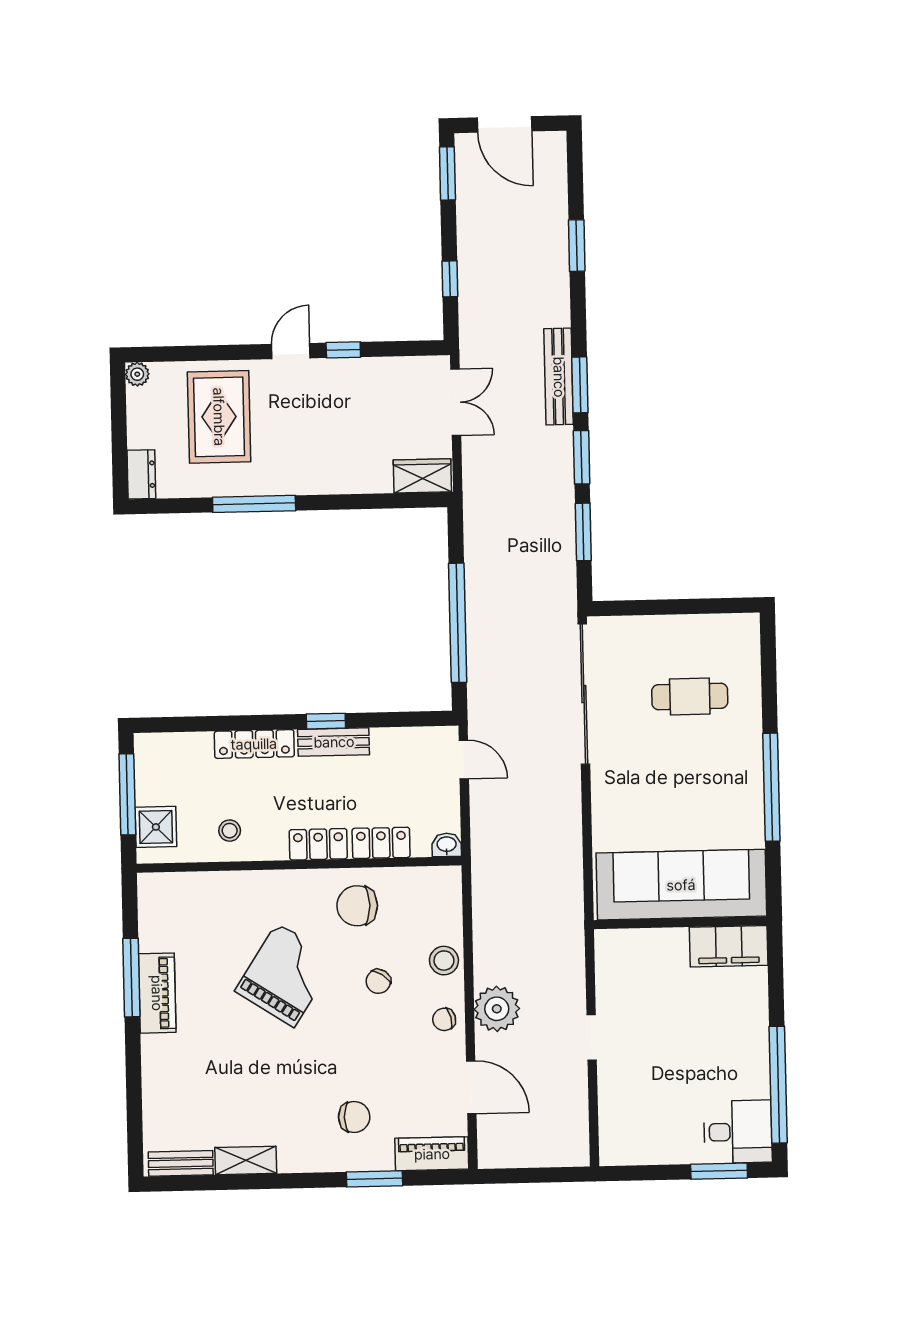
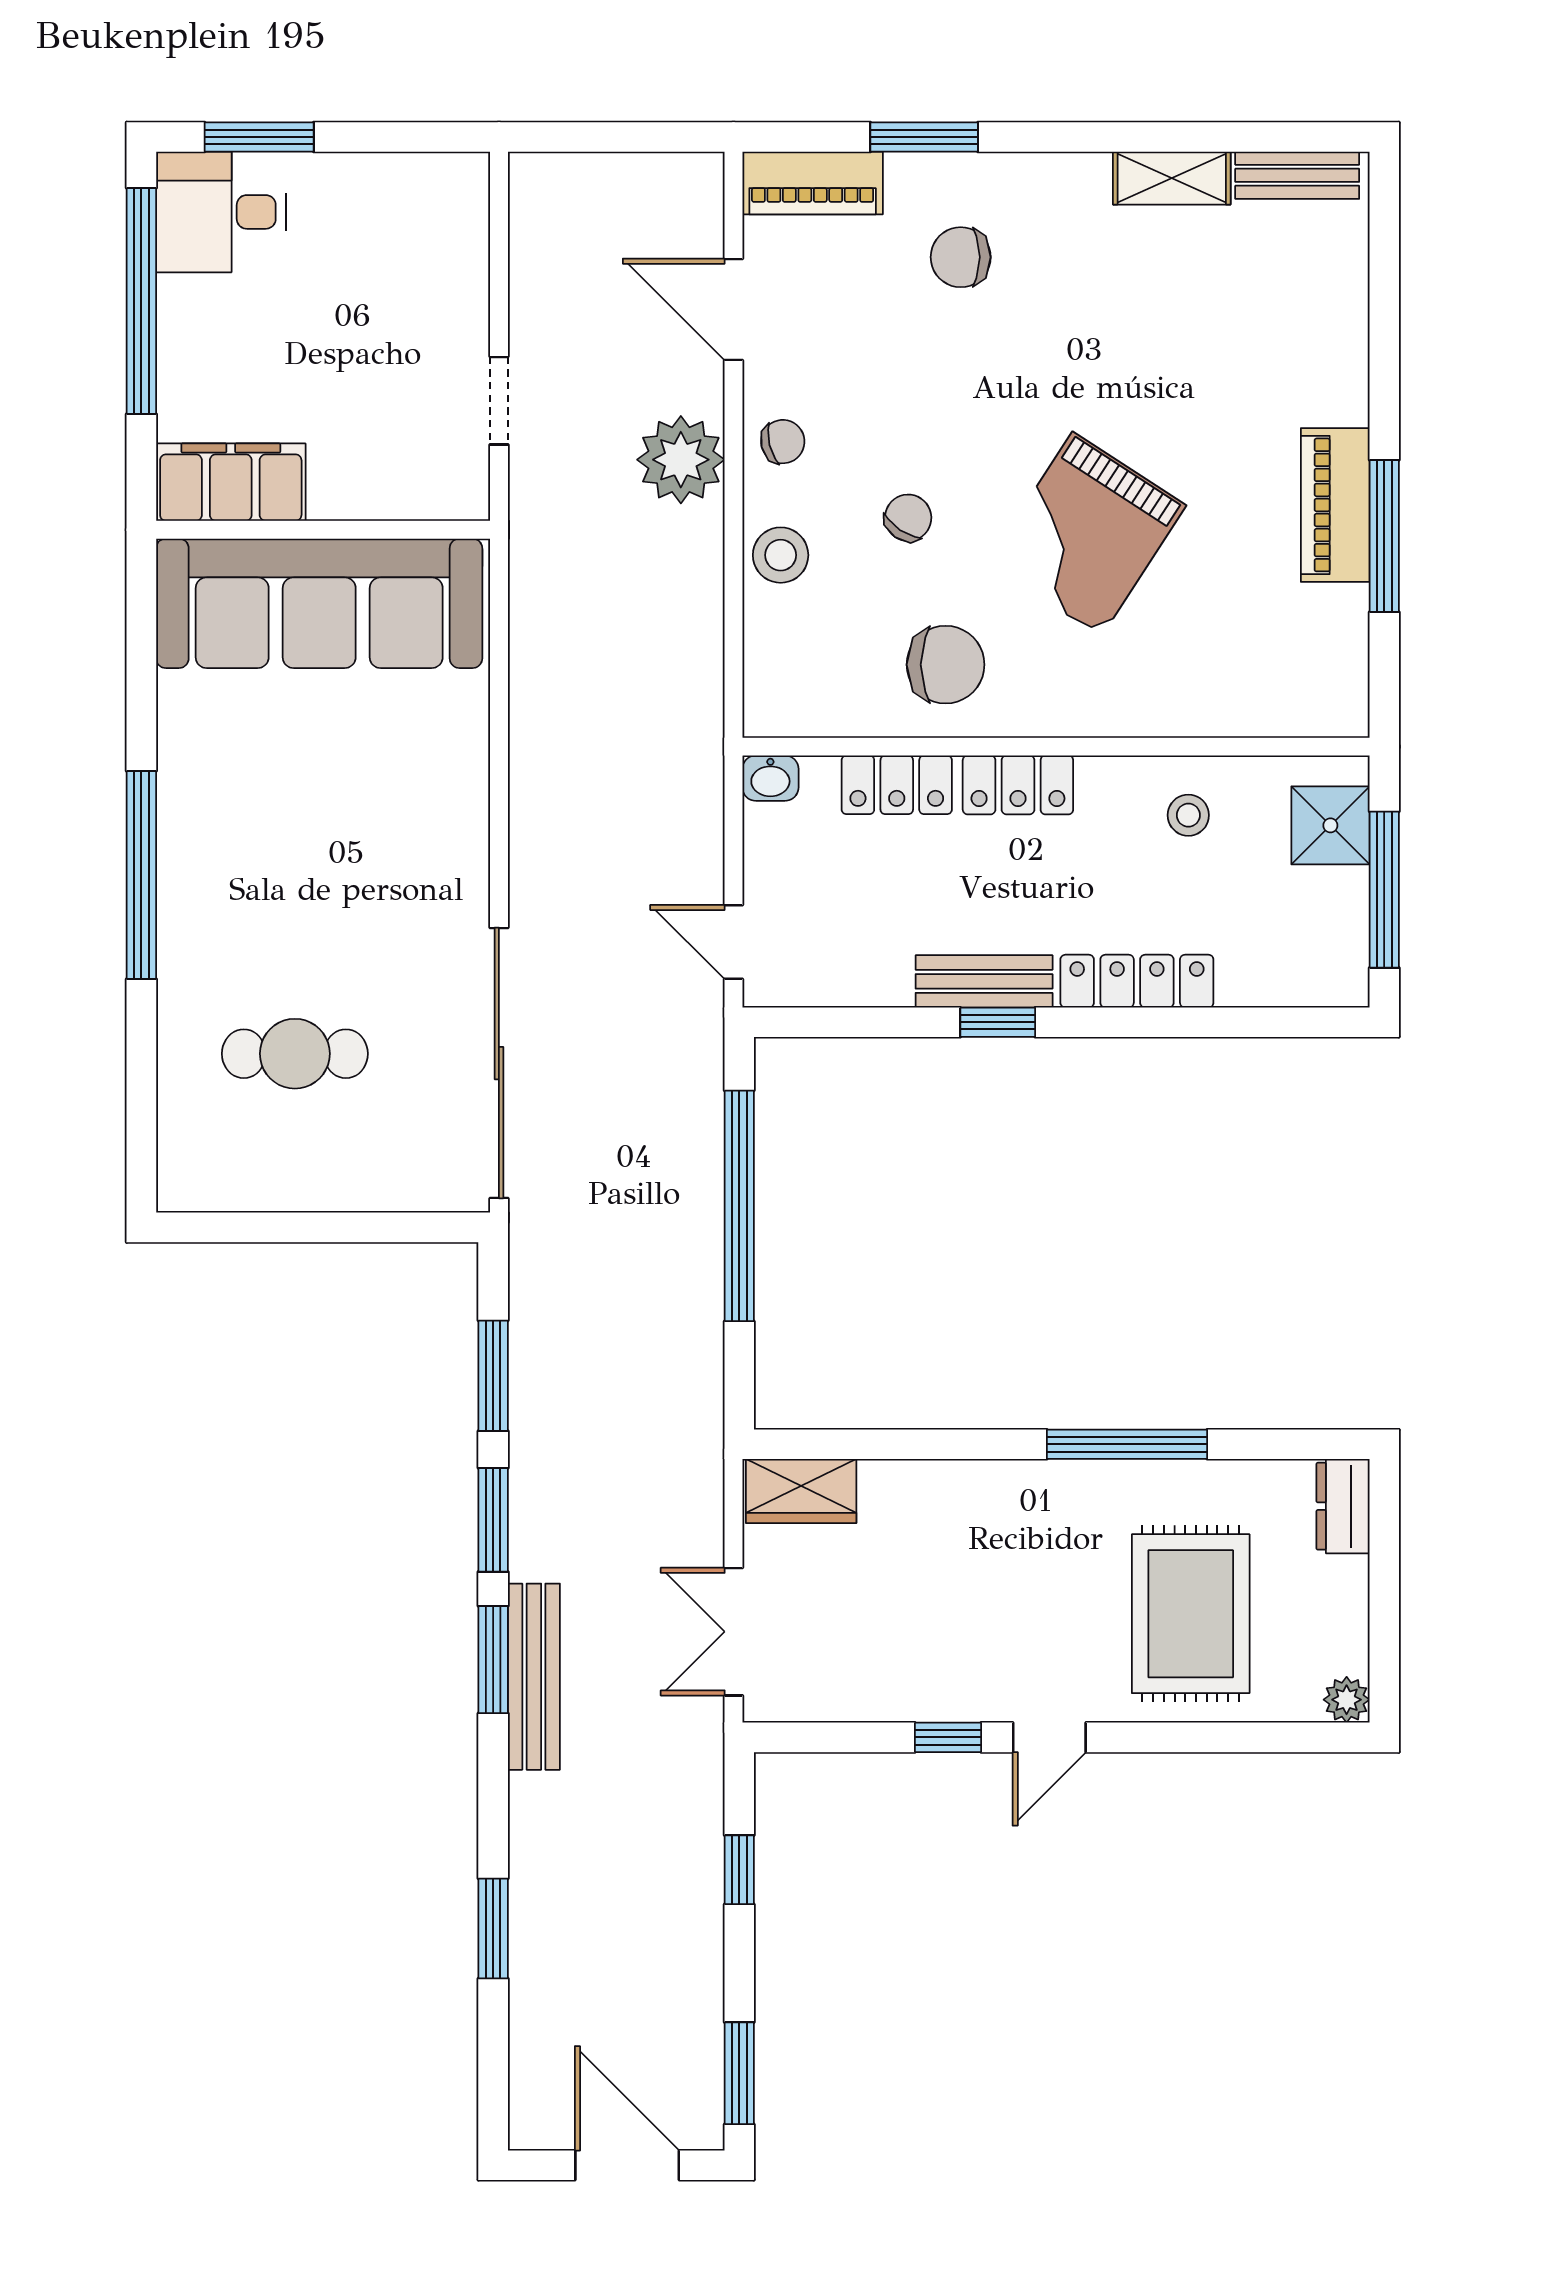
sofa: (681, 885) -> (319, 603), moved
wall: (680, 923) -> (323, 530), moved
filing cabinet: (729, 946) -> (231, 482), moved

